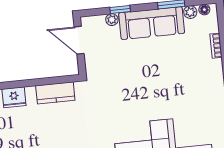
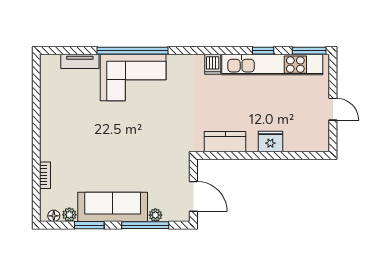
window: (120, 9) -> (145, 225), width x2.17

